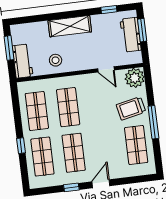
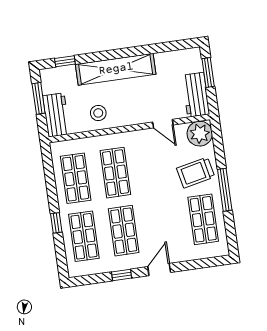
window: (109, 10) -> (65, 61), moved
shelving: (70, 26) -> (116, 69), width x1.47
workbench: (131, 35) -> (196, 95), moved

